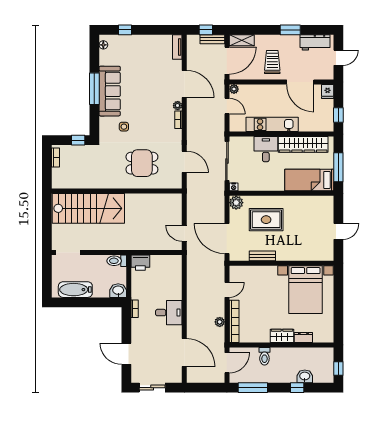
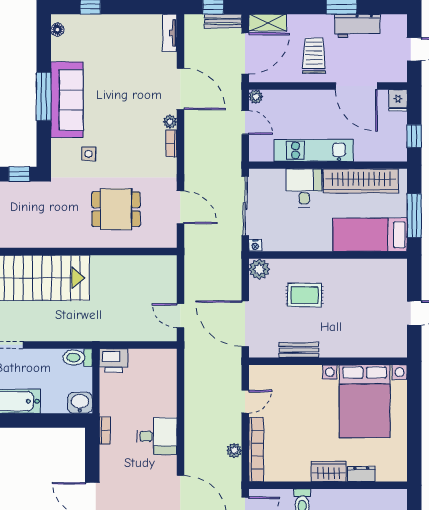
workbench: (315, 42) -> (357, 26), moved
rug: (266, 220) -> (305, 295), width x0.73, depth x0.70

